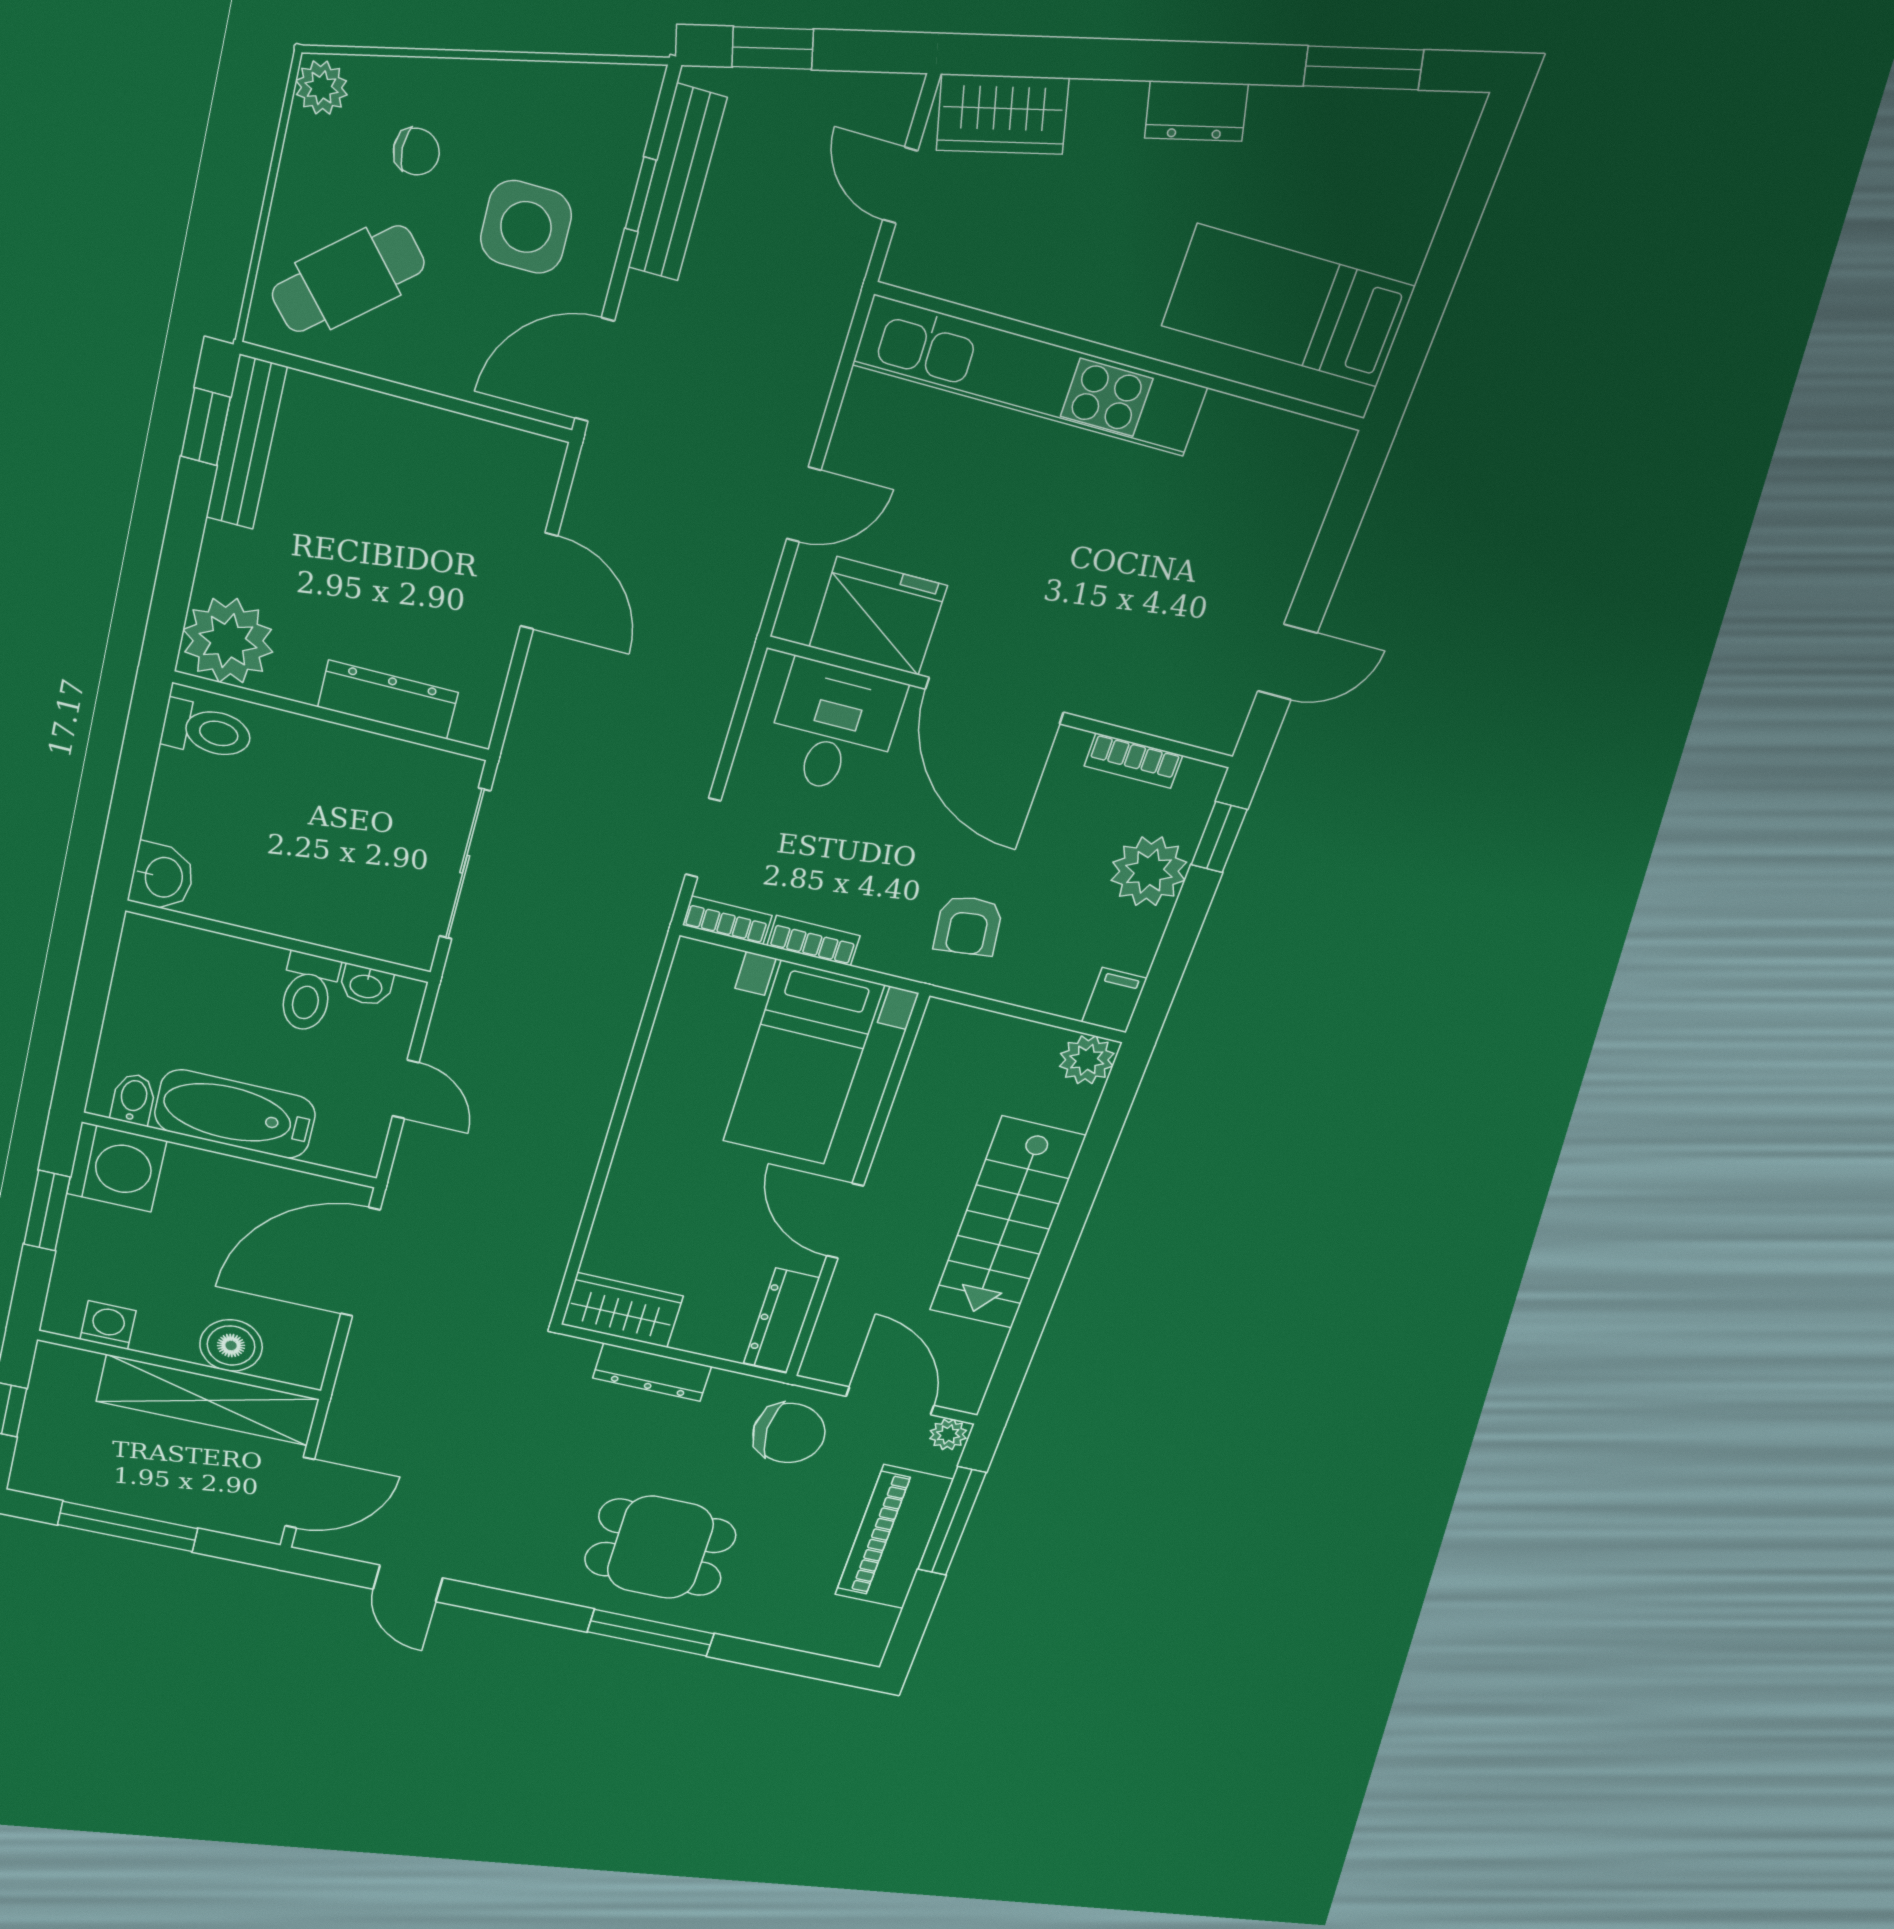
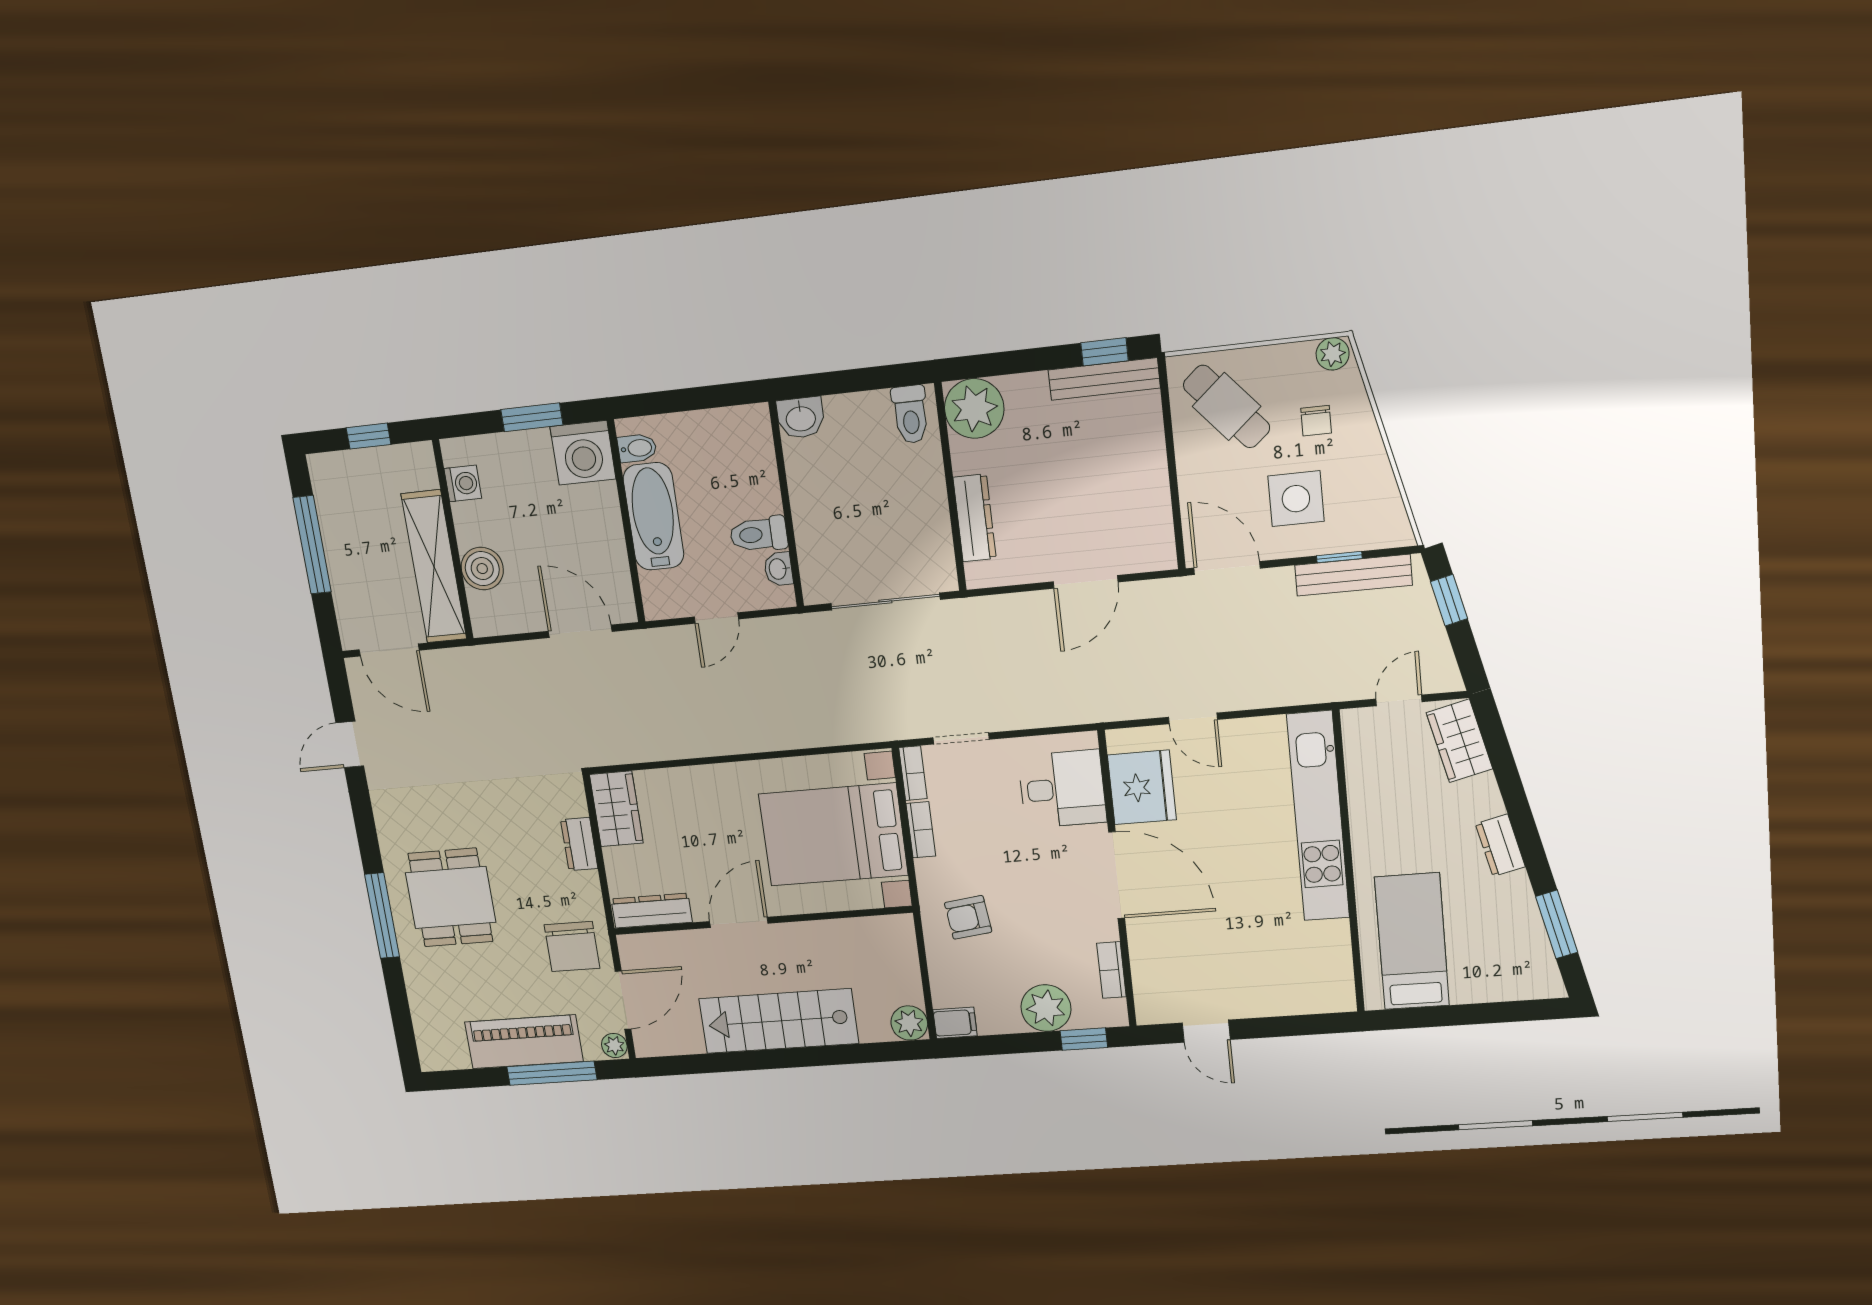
door: (995, 701) -> (1117, 875), swing flipped
bed with nightstands: (803, 1064) -> (833, 835), width x1.36
door: (360, 1262) -> (580, 631), width x0.73
dresser: (652, 1372) -> (579, 844), width x0.70

